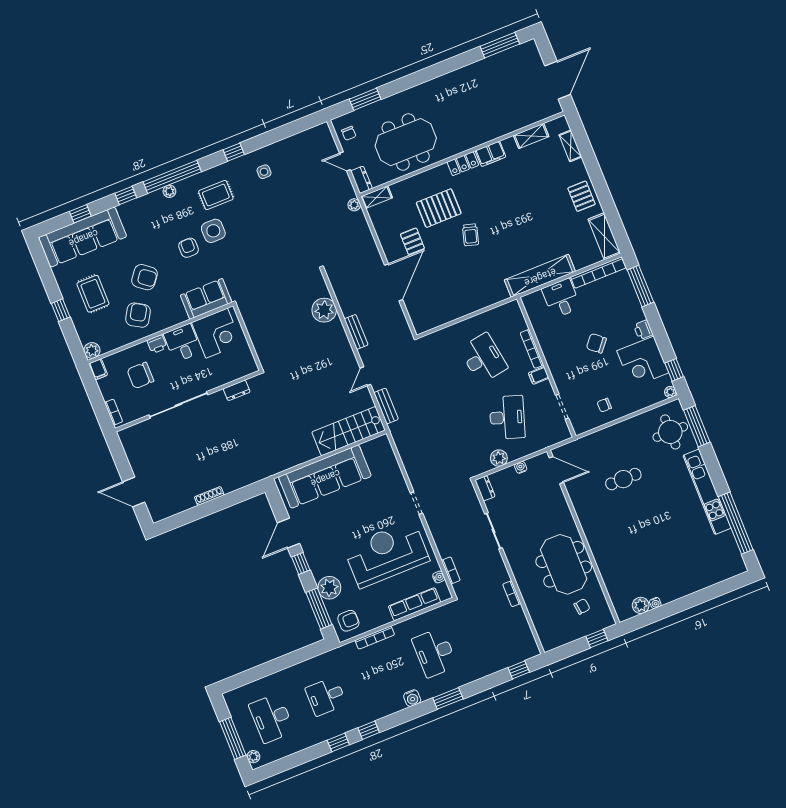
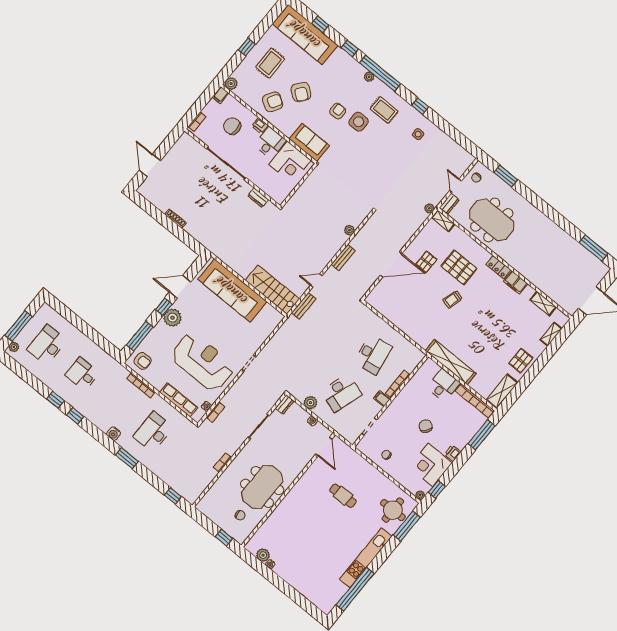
plant: (324, 310) -> (349, 230), width x0.53, depth x0.53
plant: (329, 588) -> (172, 318), moved

